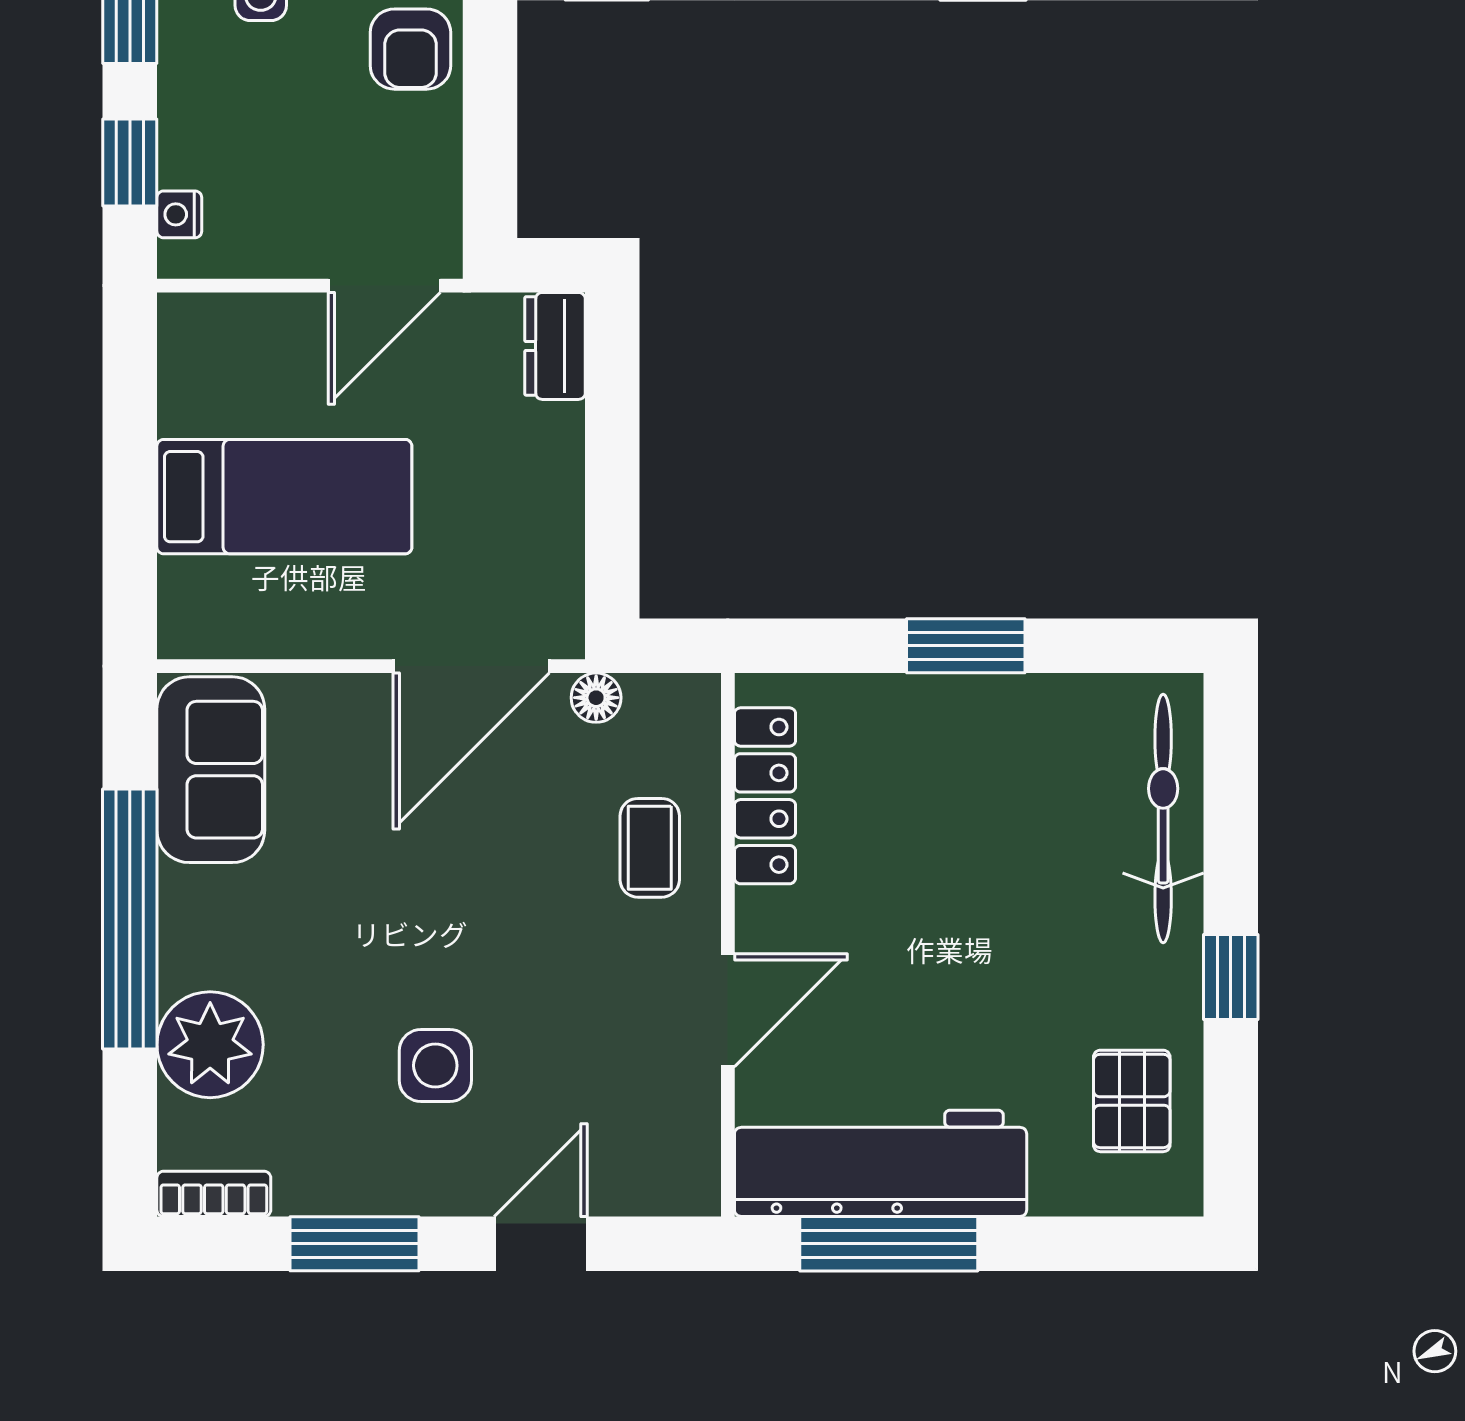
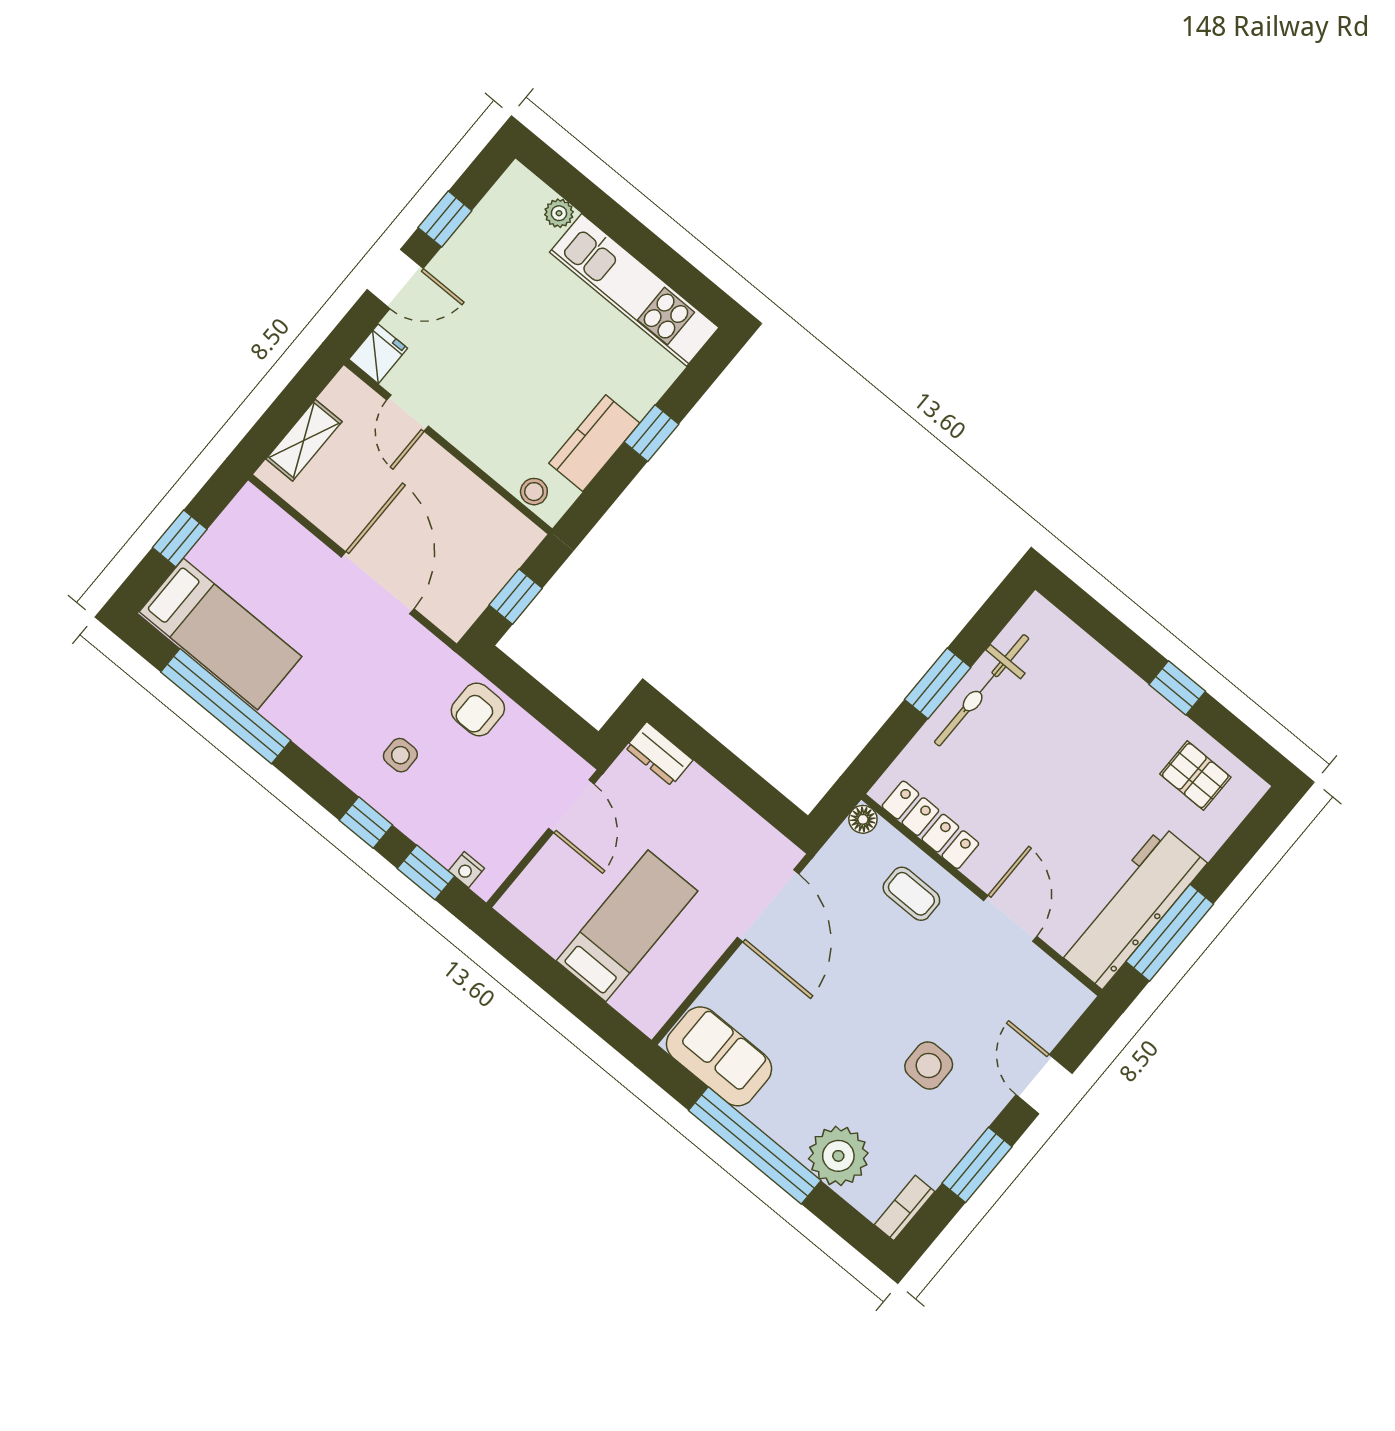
armchair: (410, 49) -> (478, 709), turned 90
floor lamp: (596, 698) -> (863, 819), moved
bicycle: (1163, 818) -> (982, 690), moved, turned -90

